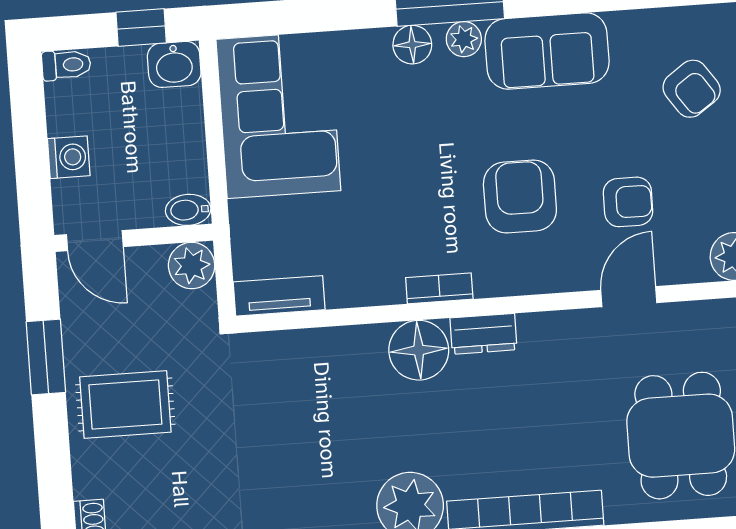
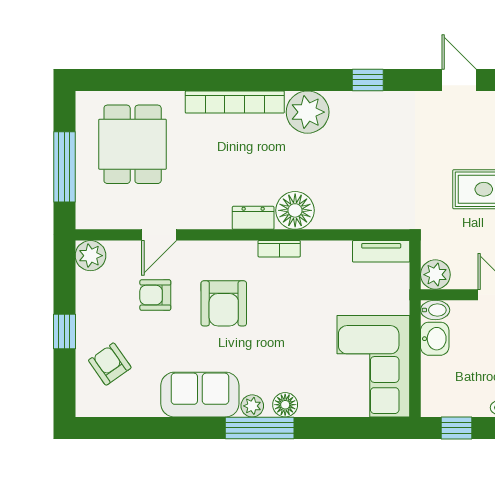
washbasin: (174, 64) -> (435, 339), moved, turned 90

